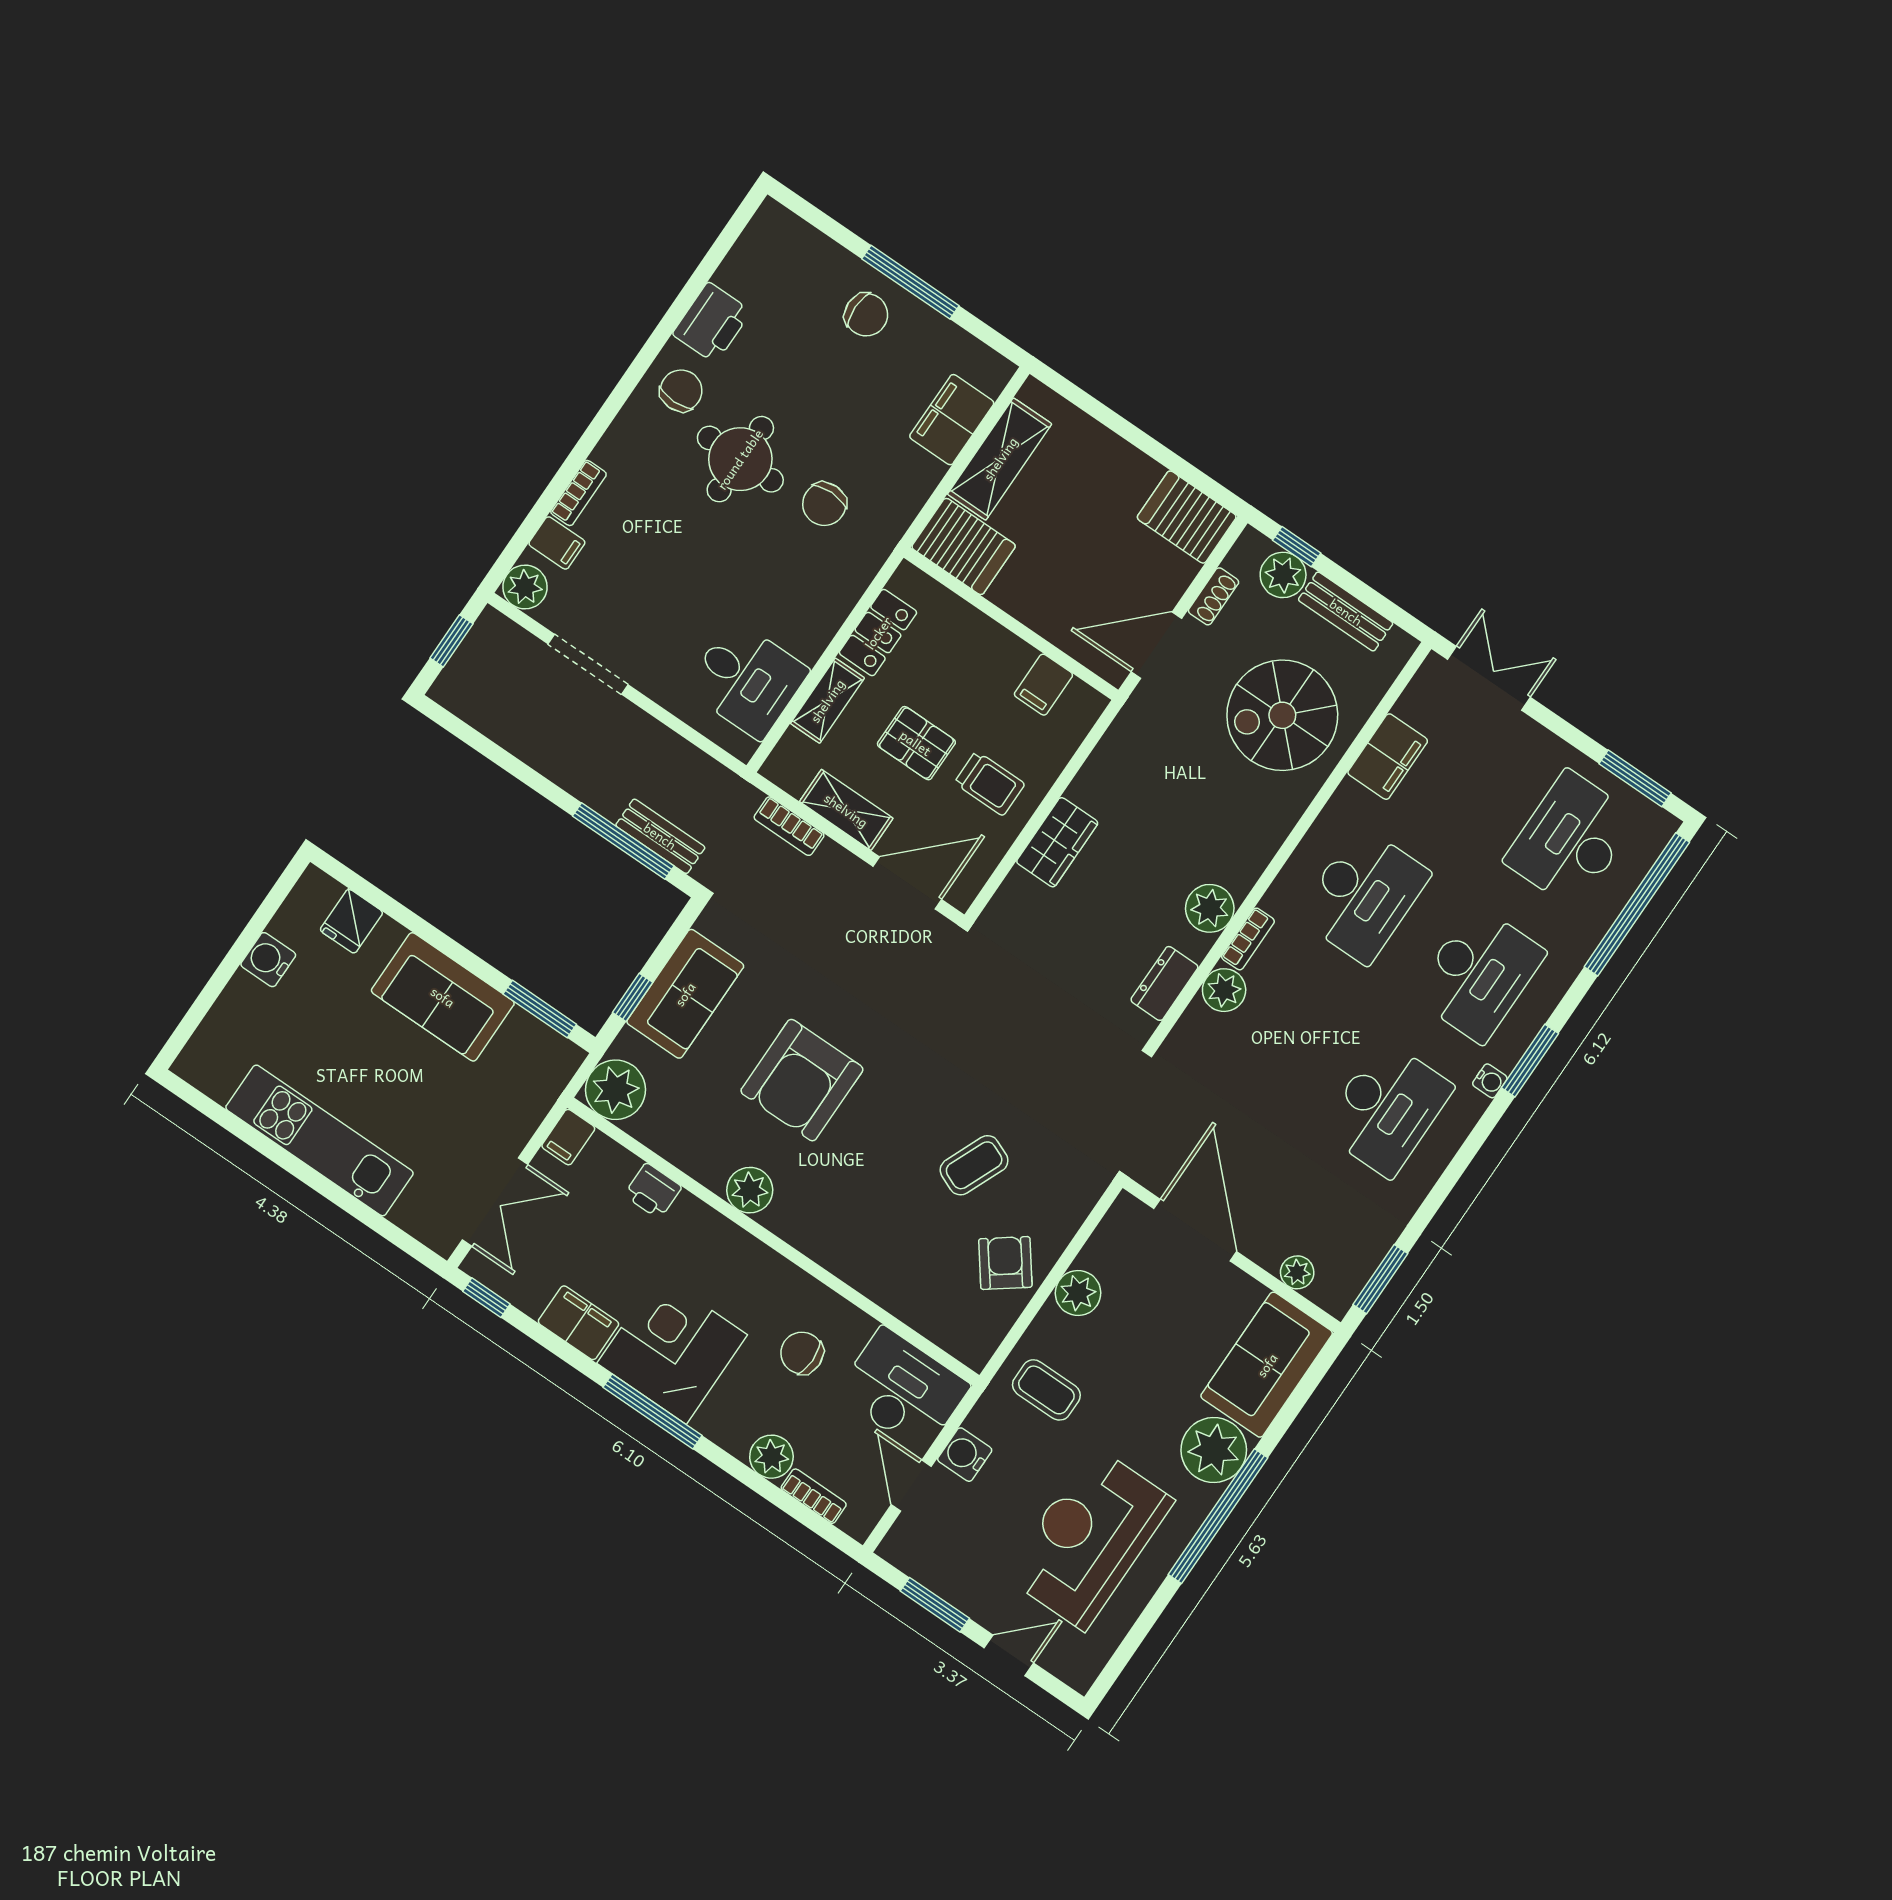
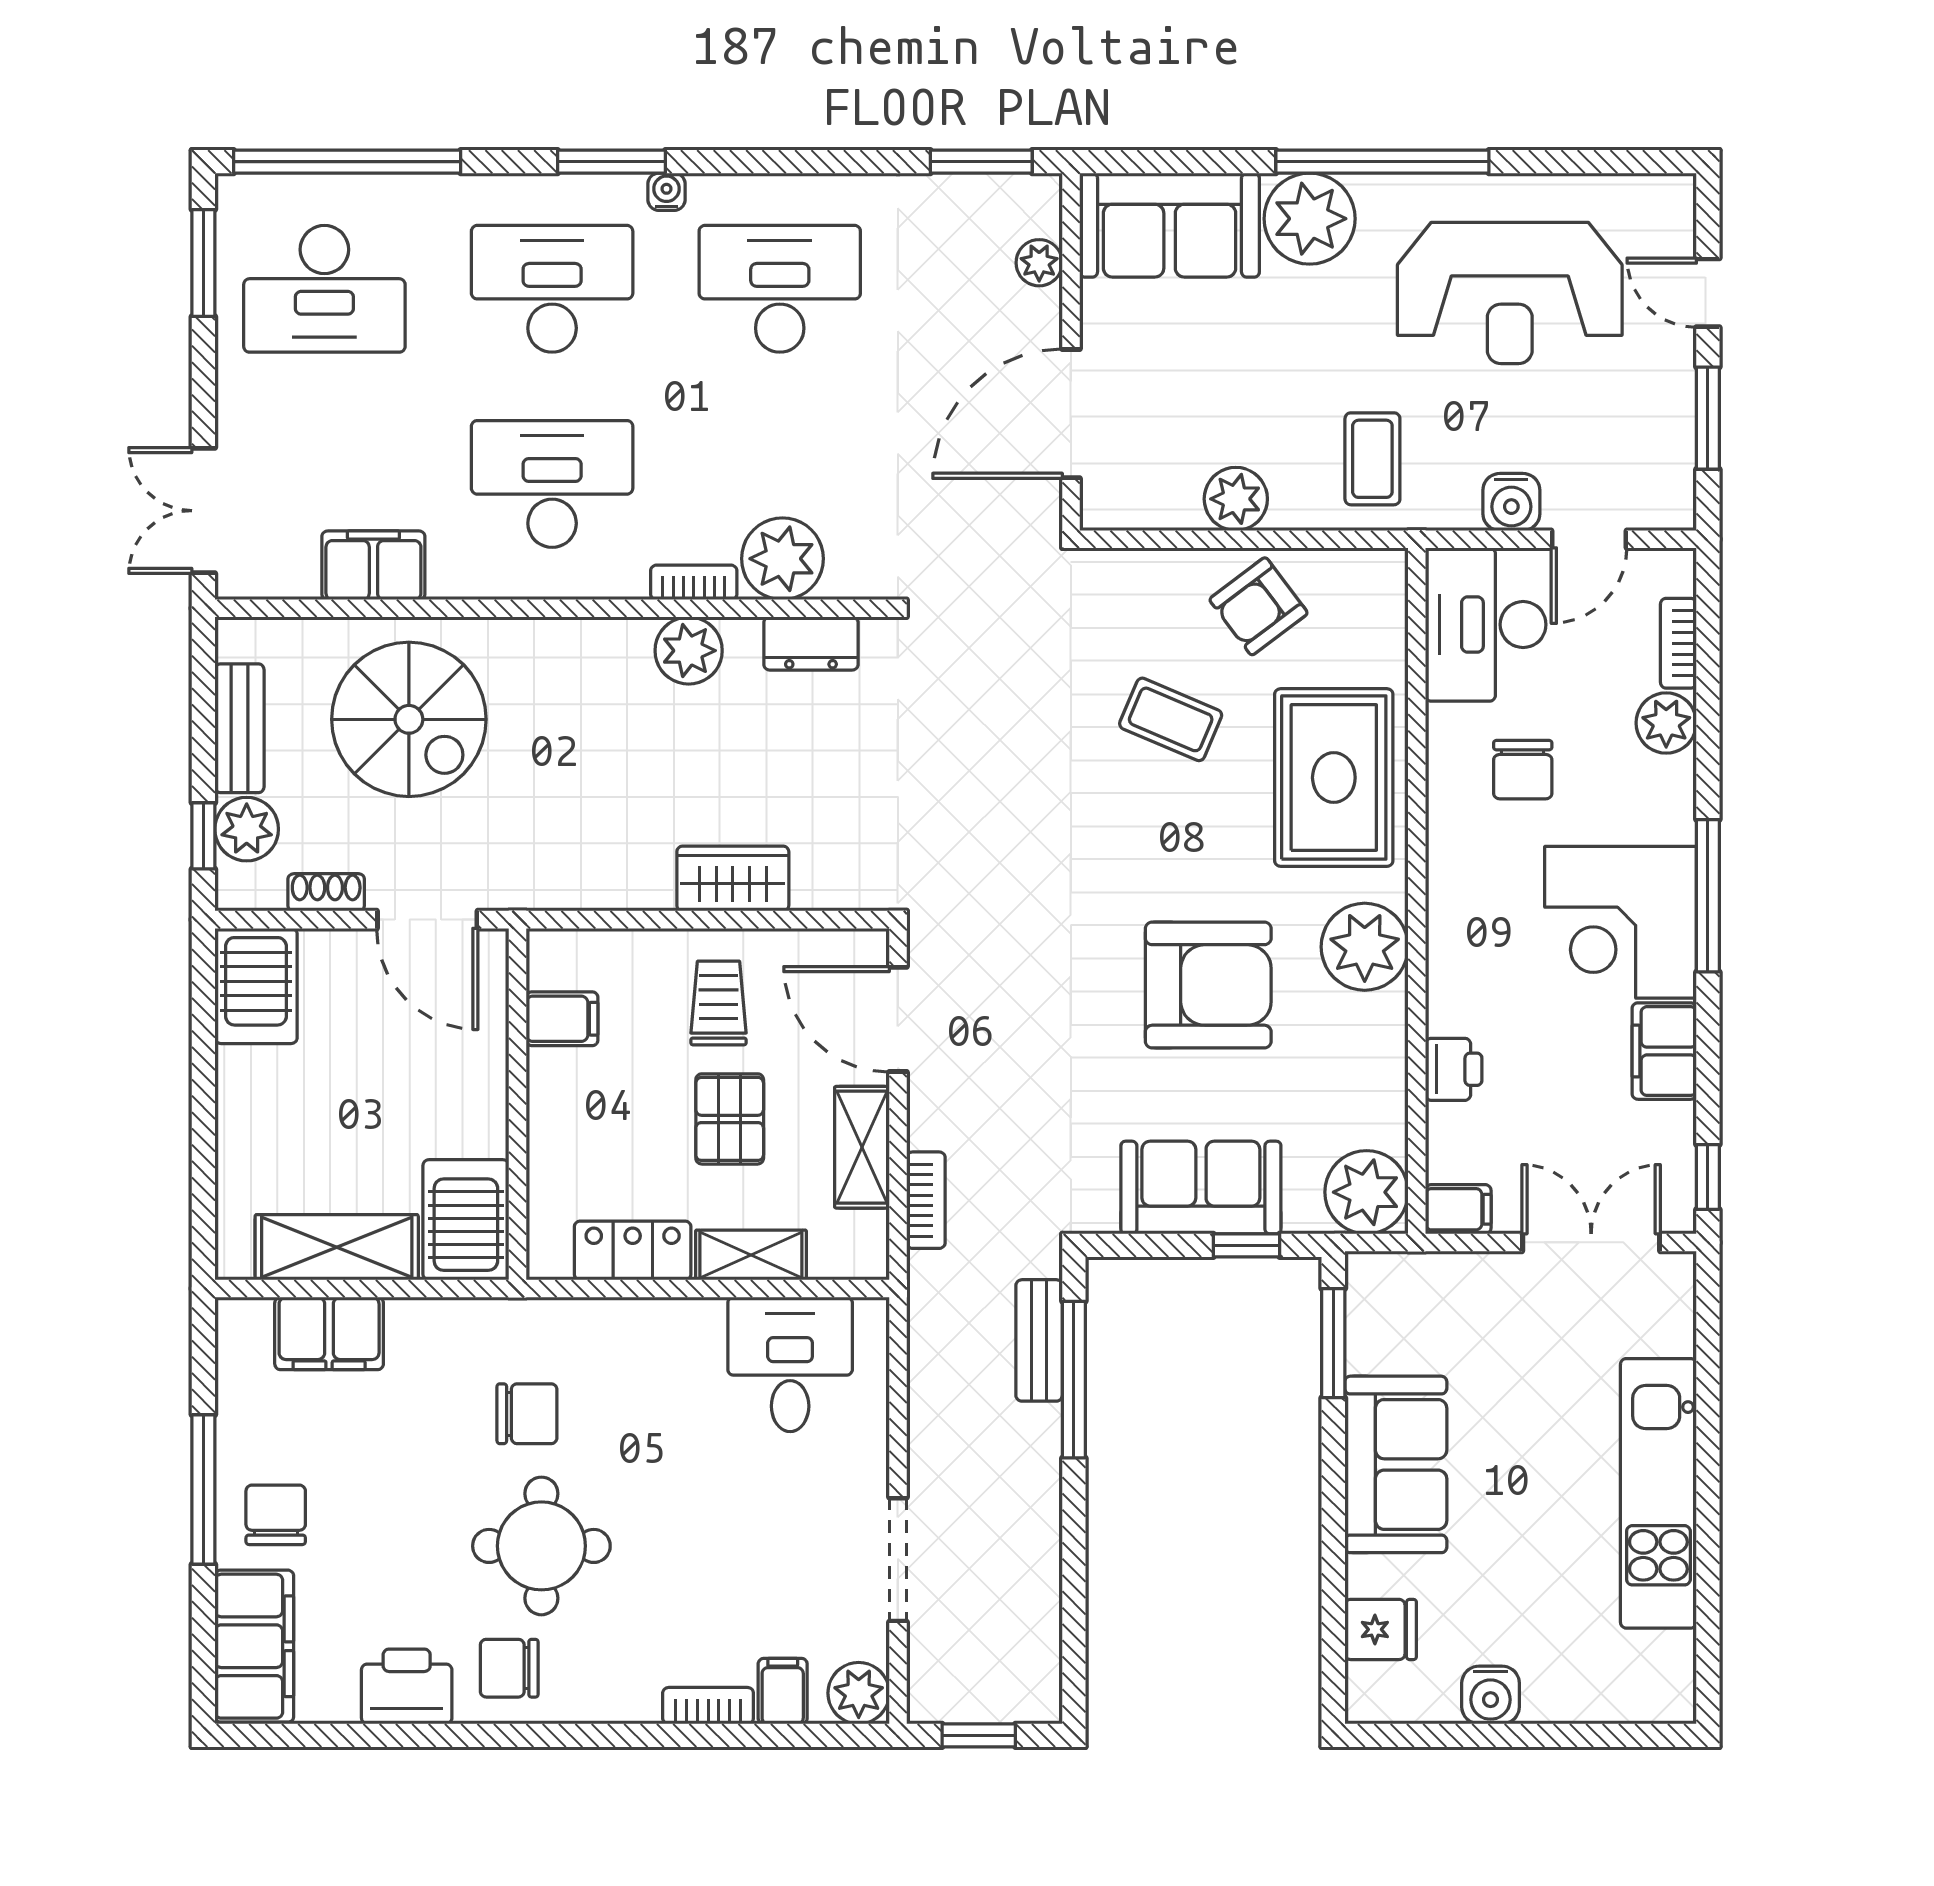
filing cabinet: (797, 249) -> (254, 1646), added
plant: (1224, 990) -> (782, 559), width x1.36, depth x1.36
plant: (750, 1190) -> (1365, 947), width x1.36, depth x1.36
rug: (874, 1238) -> (1334, 778), added

